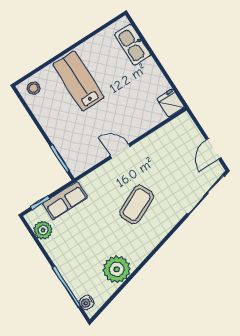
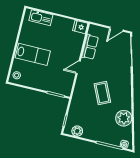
lab bench: (79, 81) -> (33, 54), turned 180
door: (213, 149) -> (116, 29), hinge flipped
row of seats: (65, 201) -> (90, 47), moved
coffee table: (137, 205) -> (102, 93), moved

